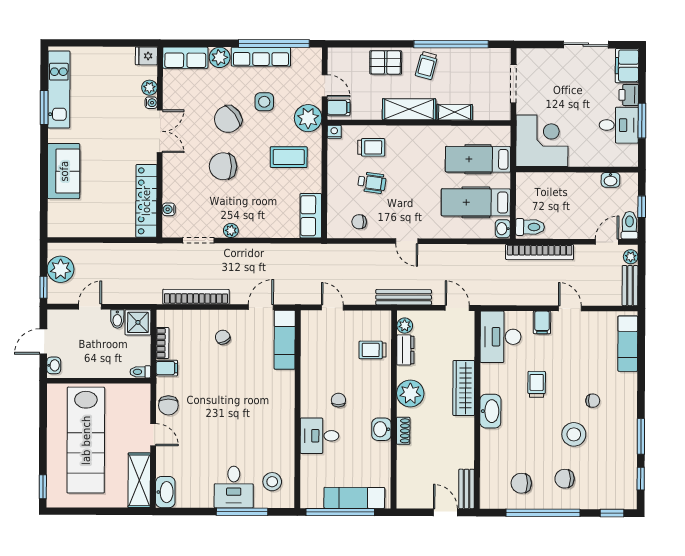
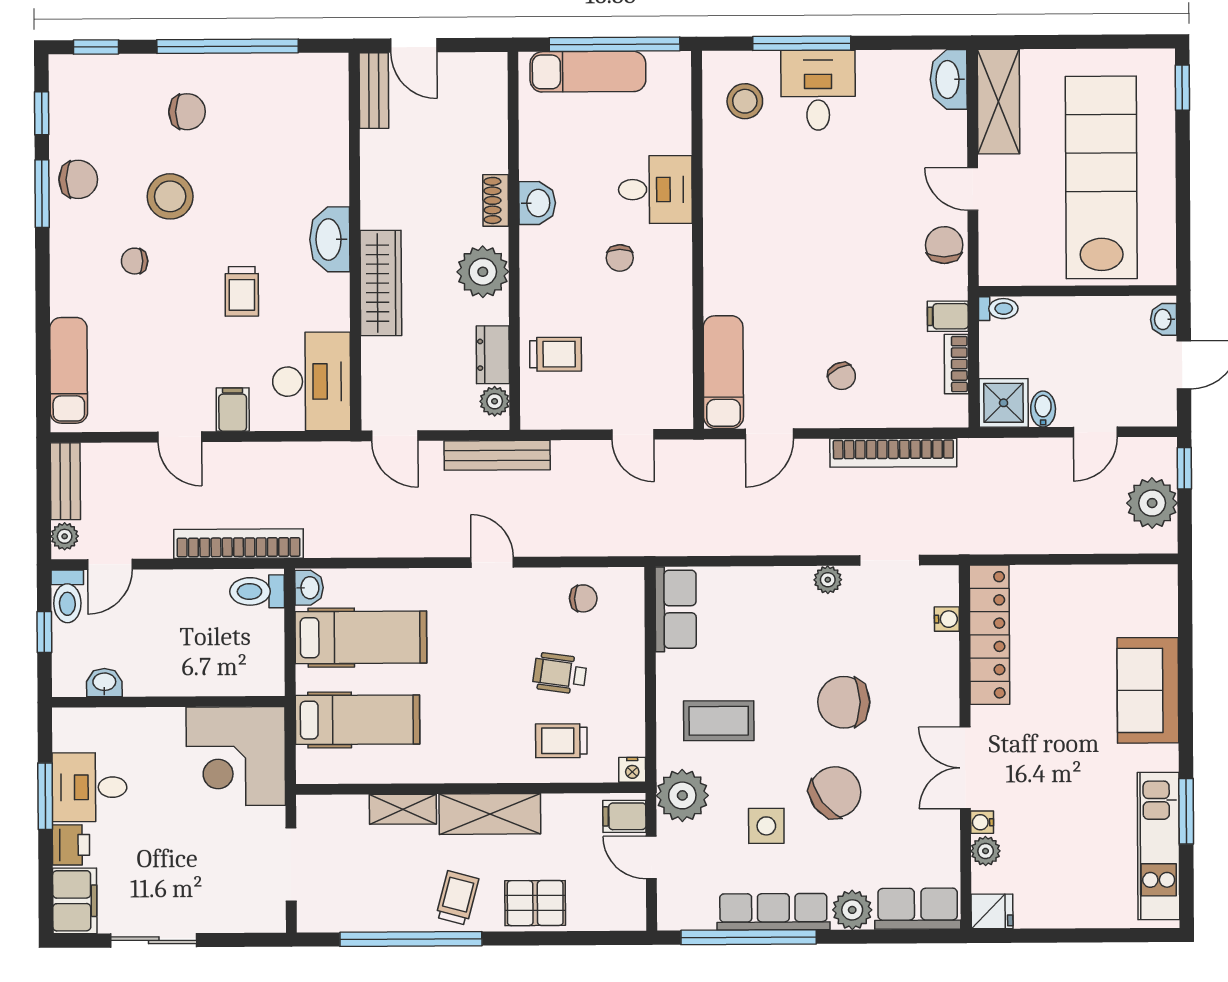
chair: (223, 166) -> (844, 702), turned 180
chair: (521, 483) -> (78, 179), moved

